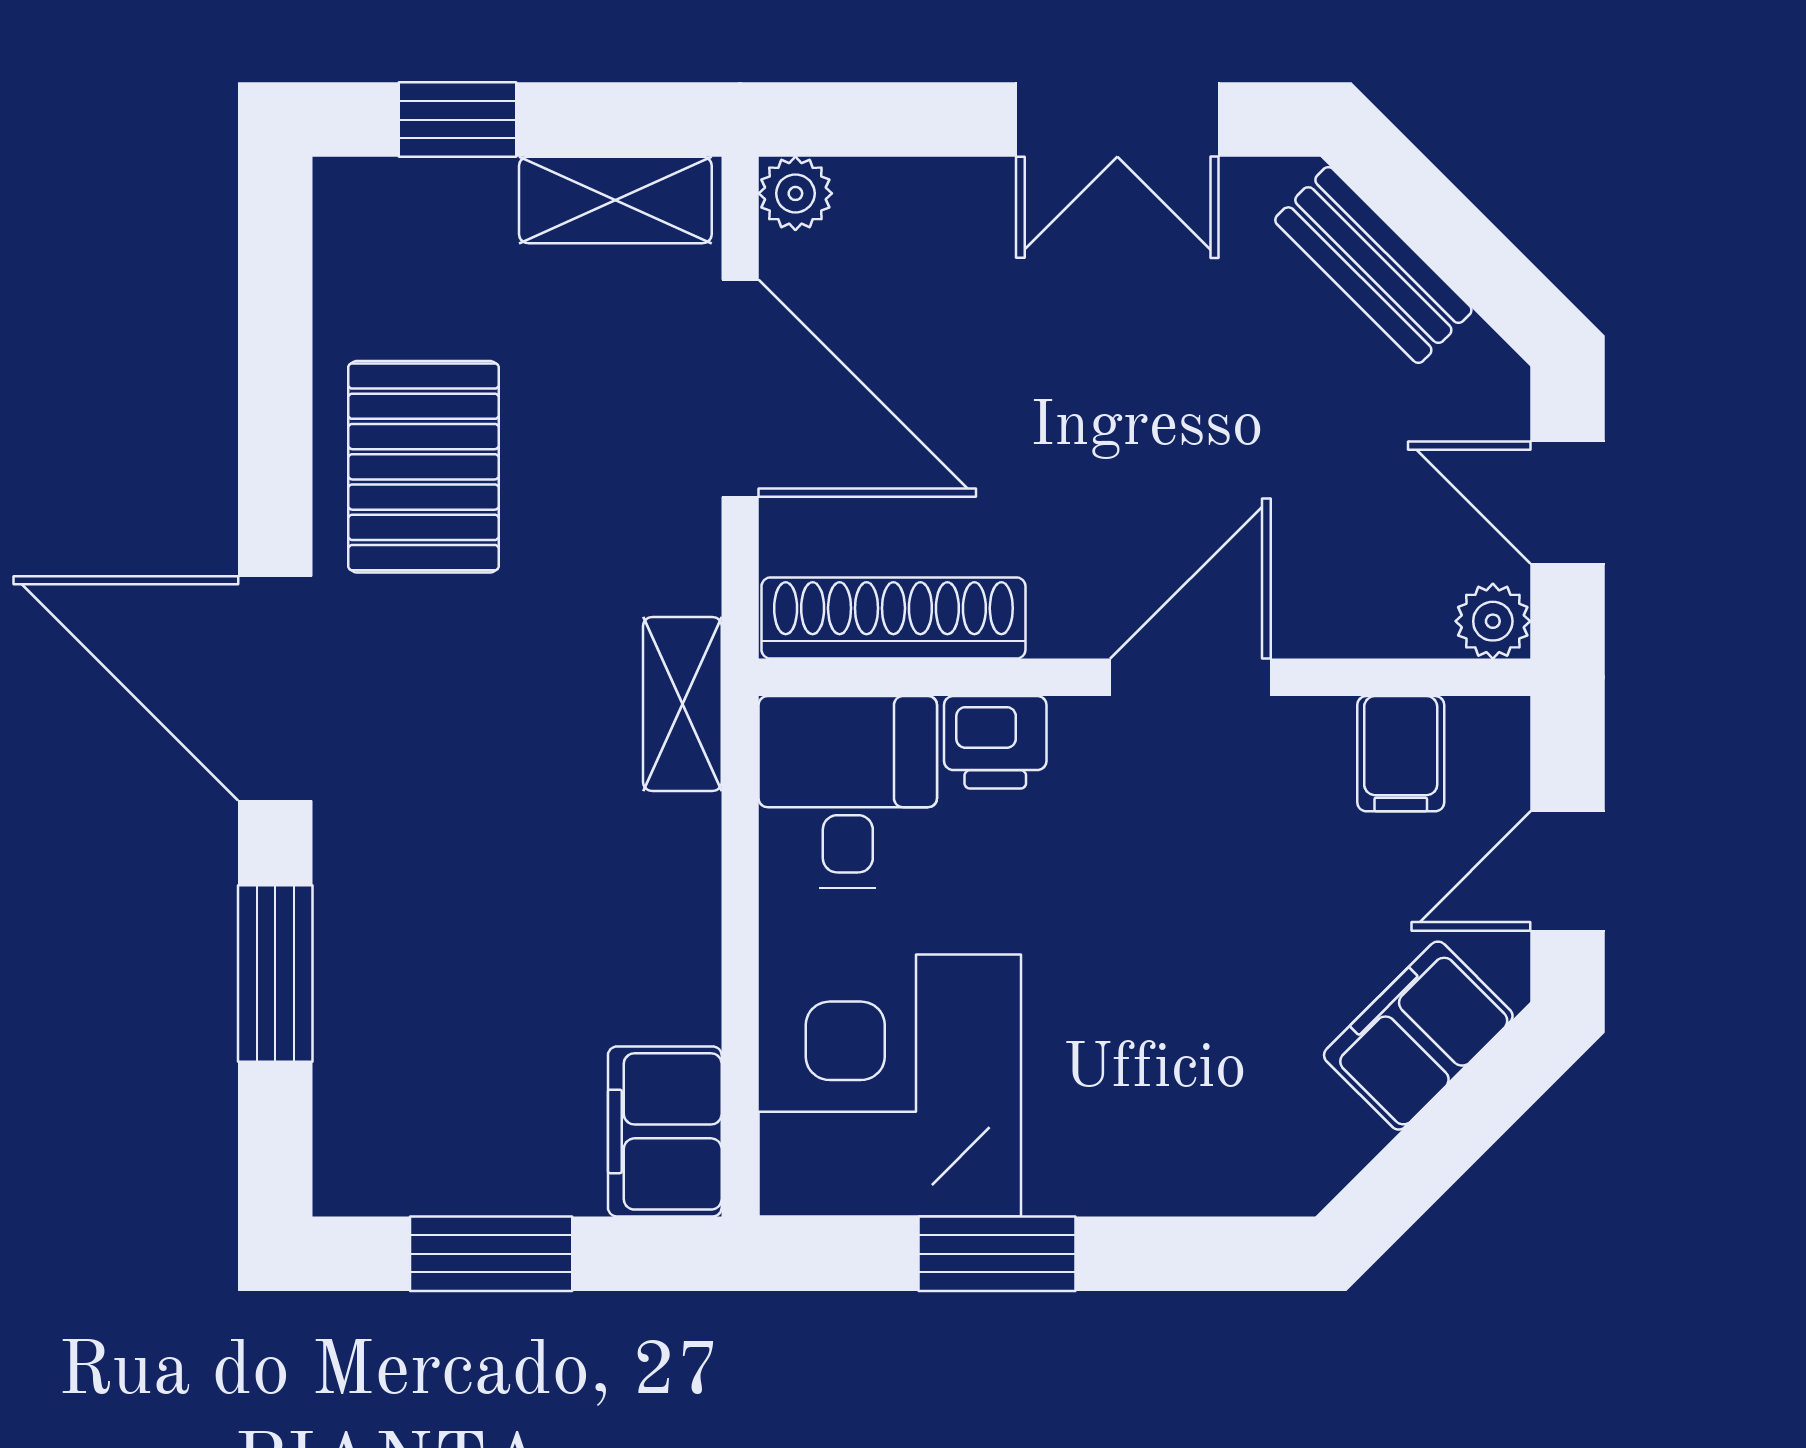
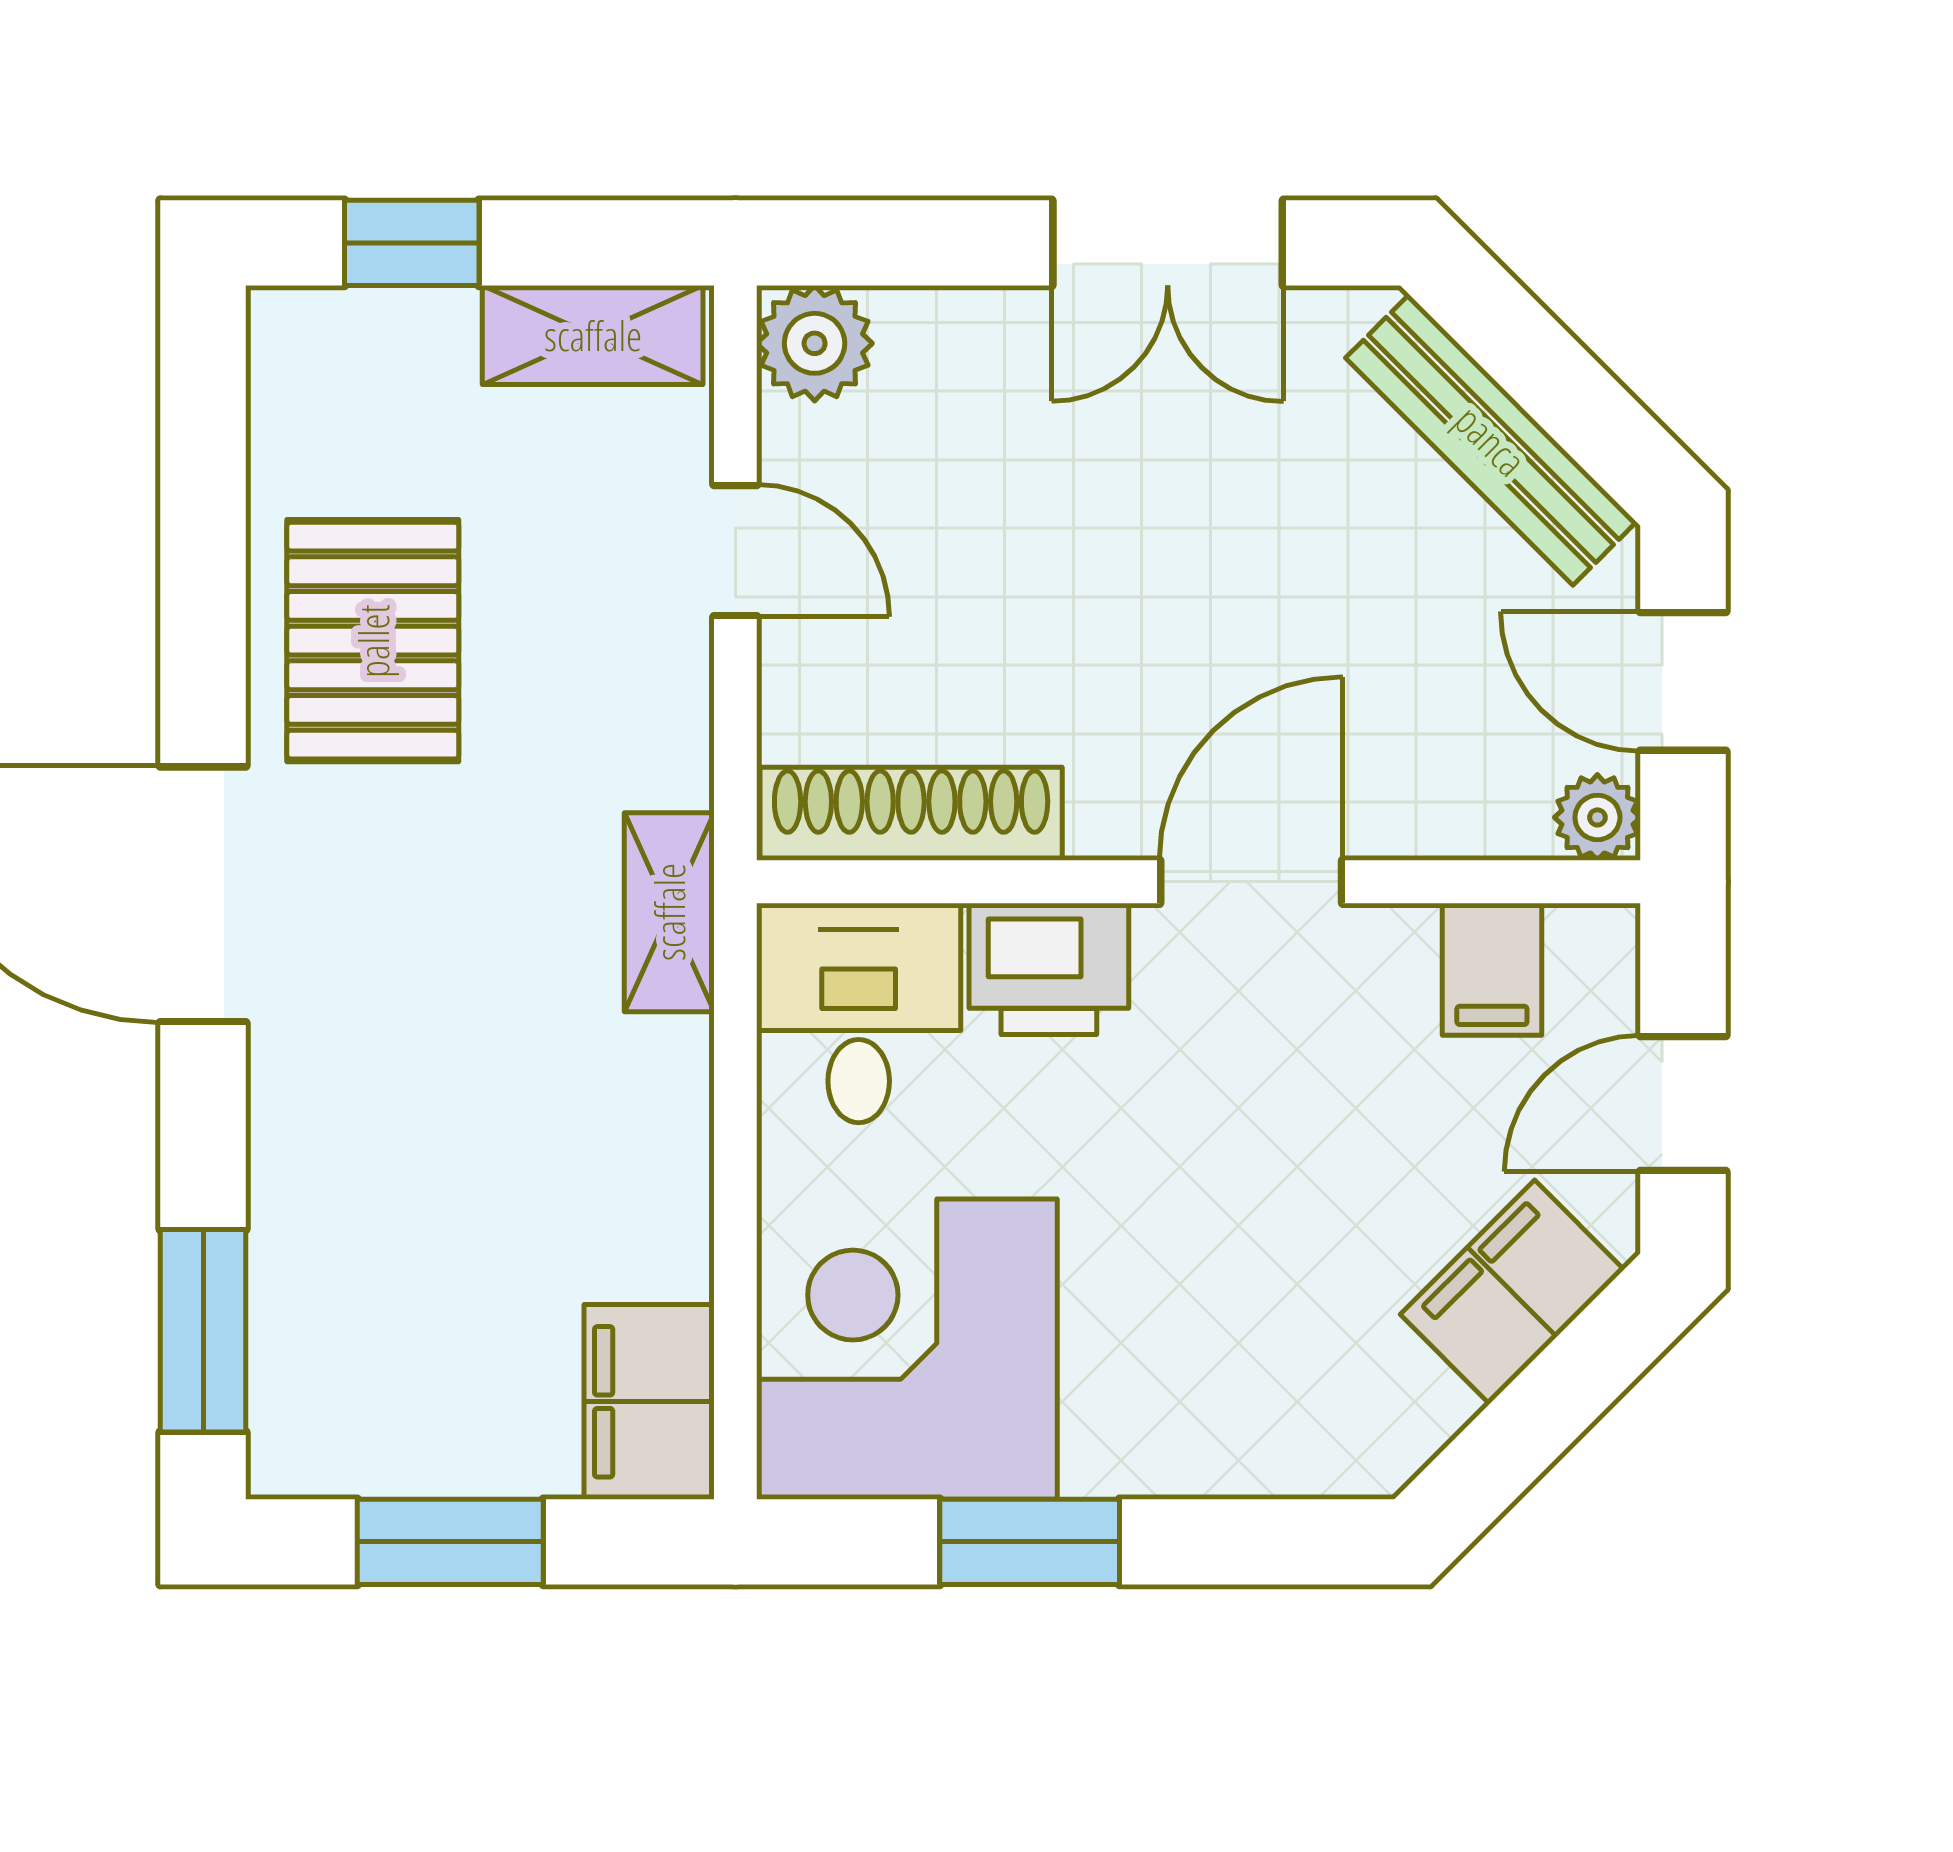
plant: (795, 193) -> (815, 343), width x1.38, depth x1.38
bench: (1373, 265) -> (1491, 440), width x1.36
door: (740, 388) -> (735, 551), width x0.53
printer: (995, 742) -> (1049, 969), width x1.36, depth x1.24
window: (275, 973) -> (203, 1331), moved

